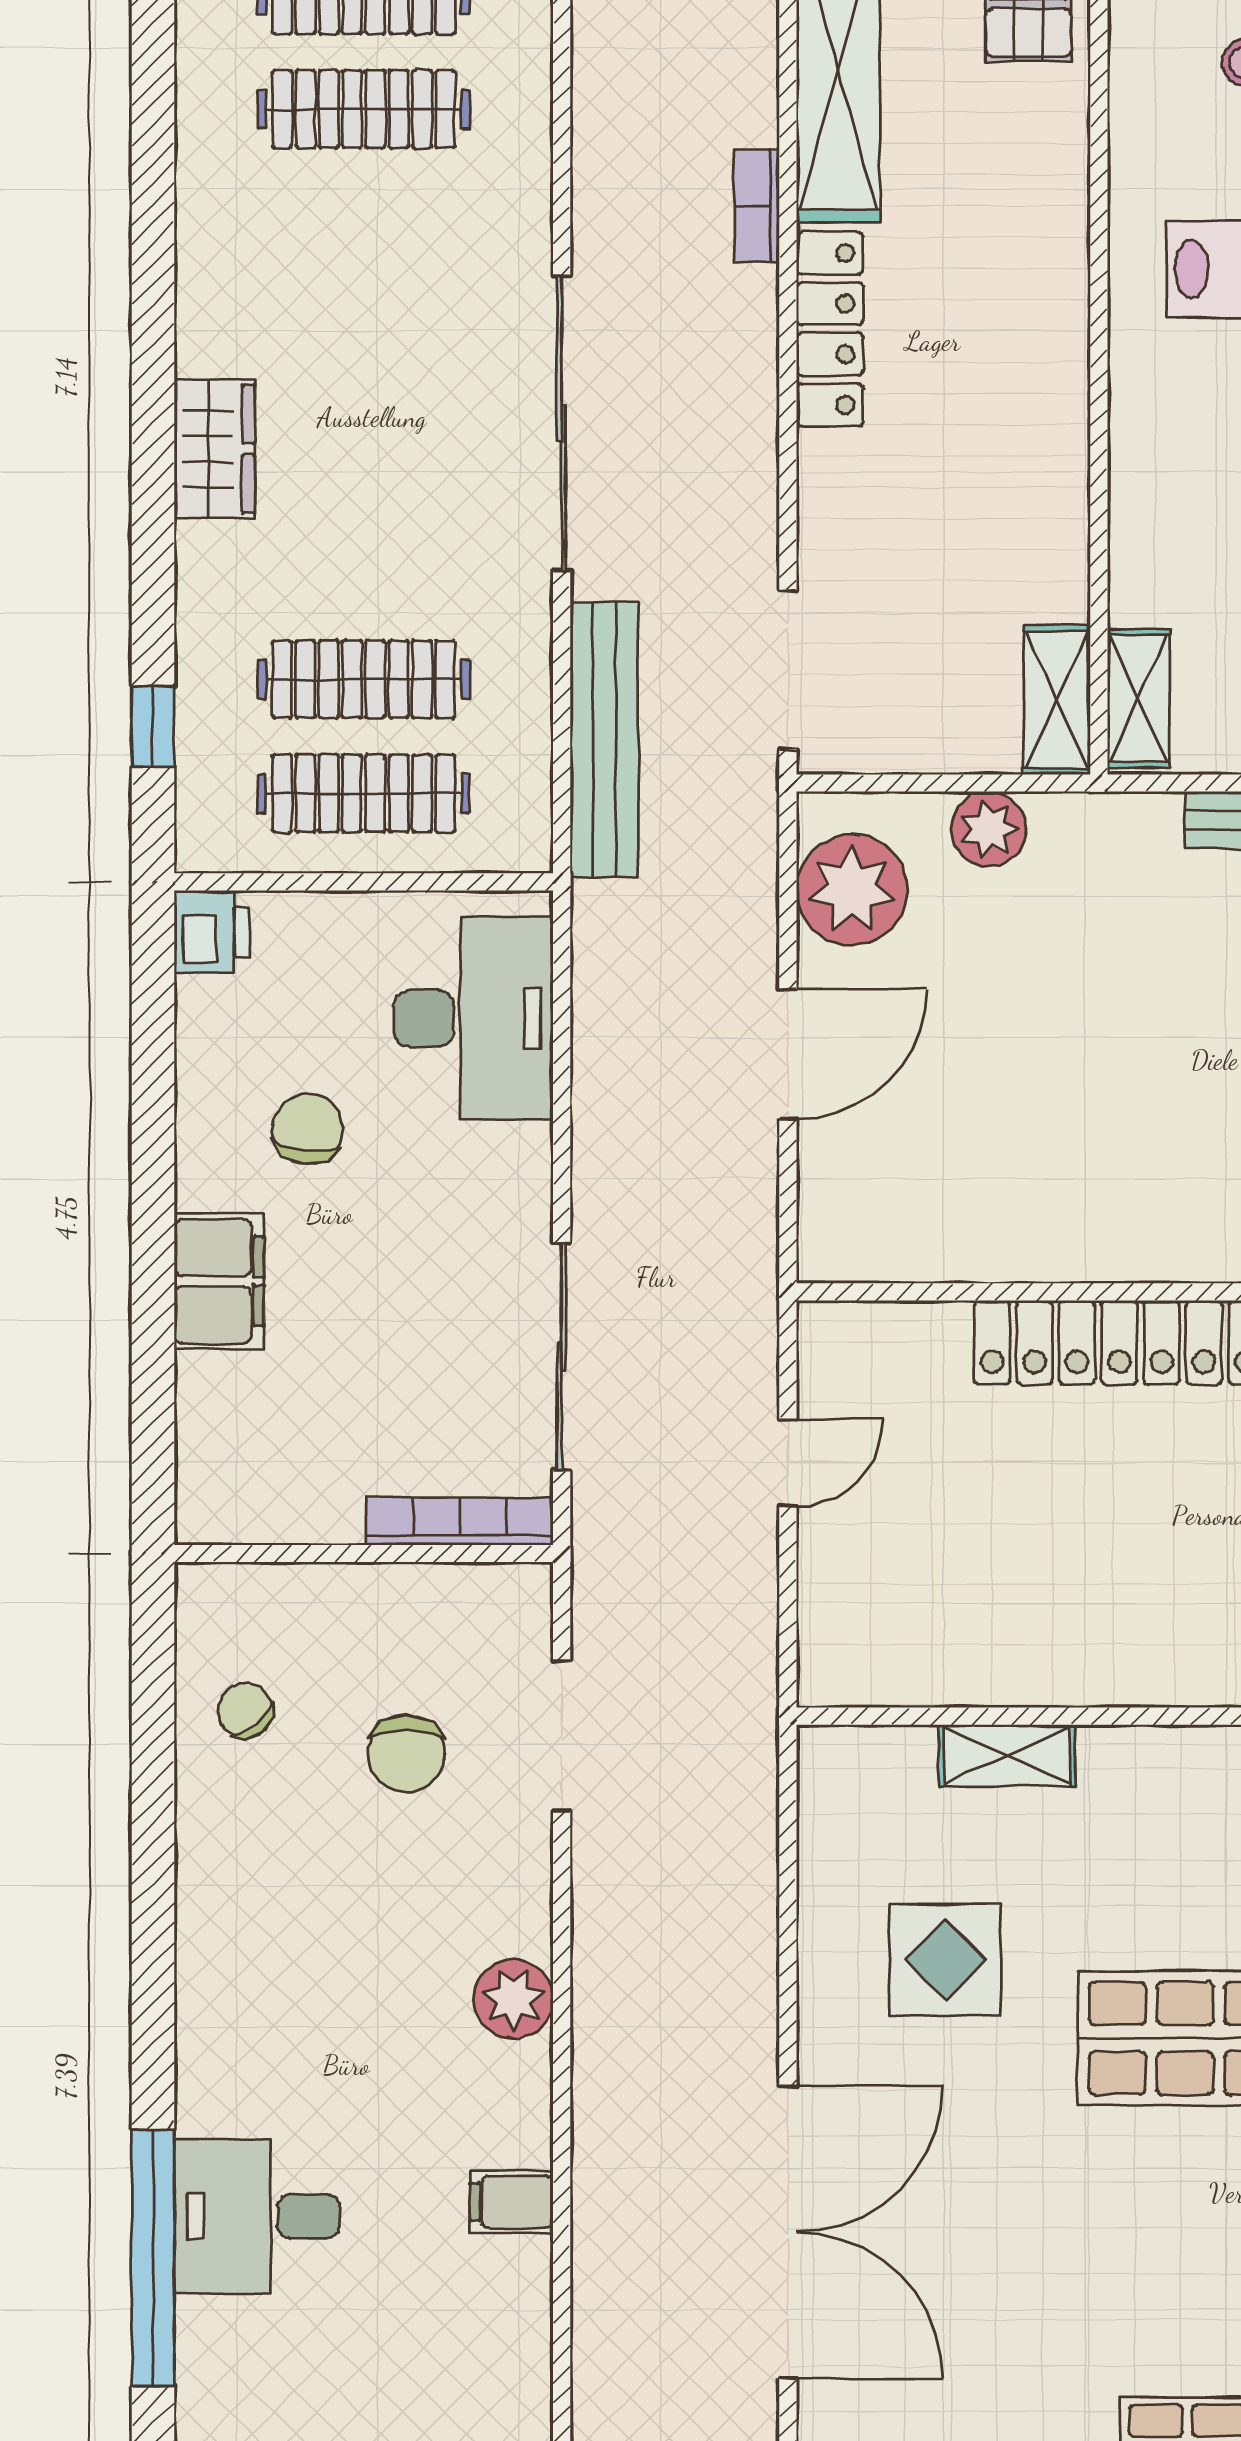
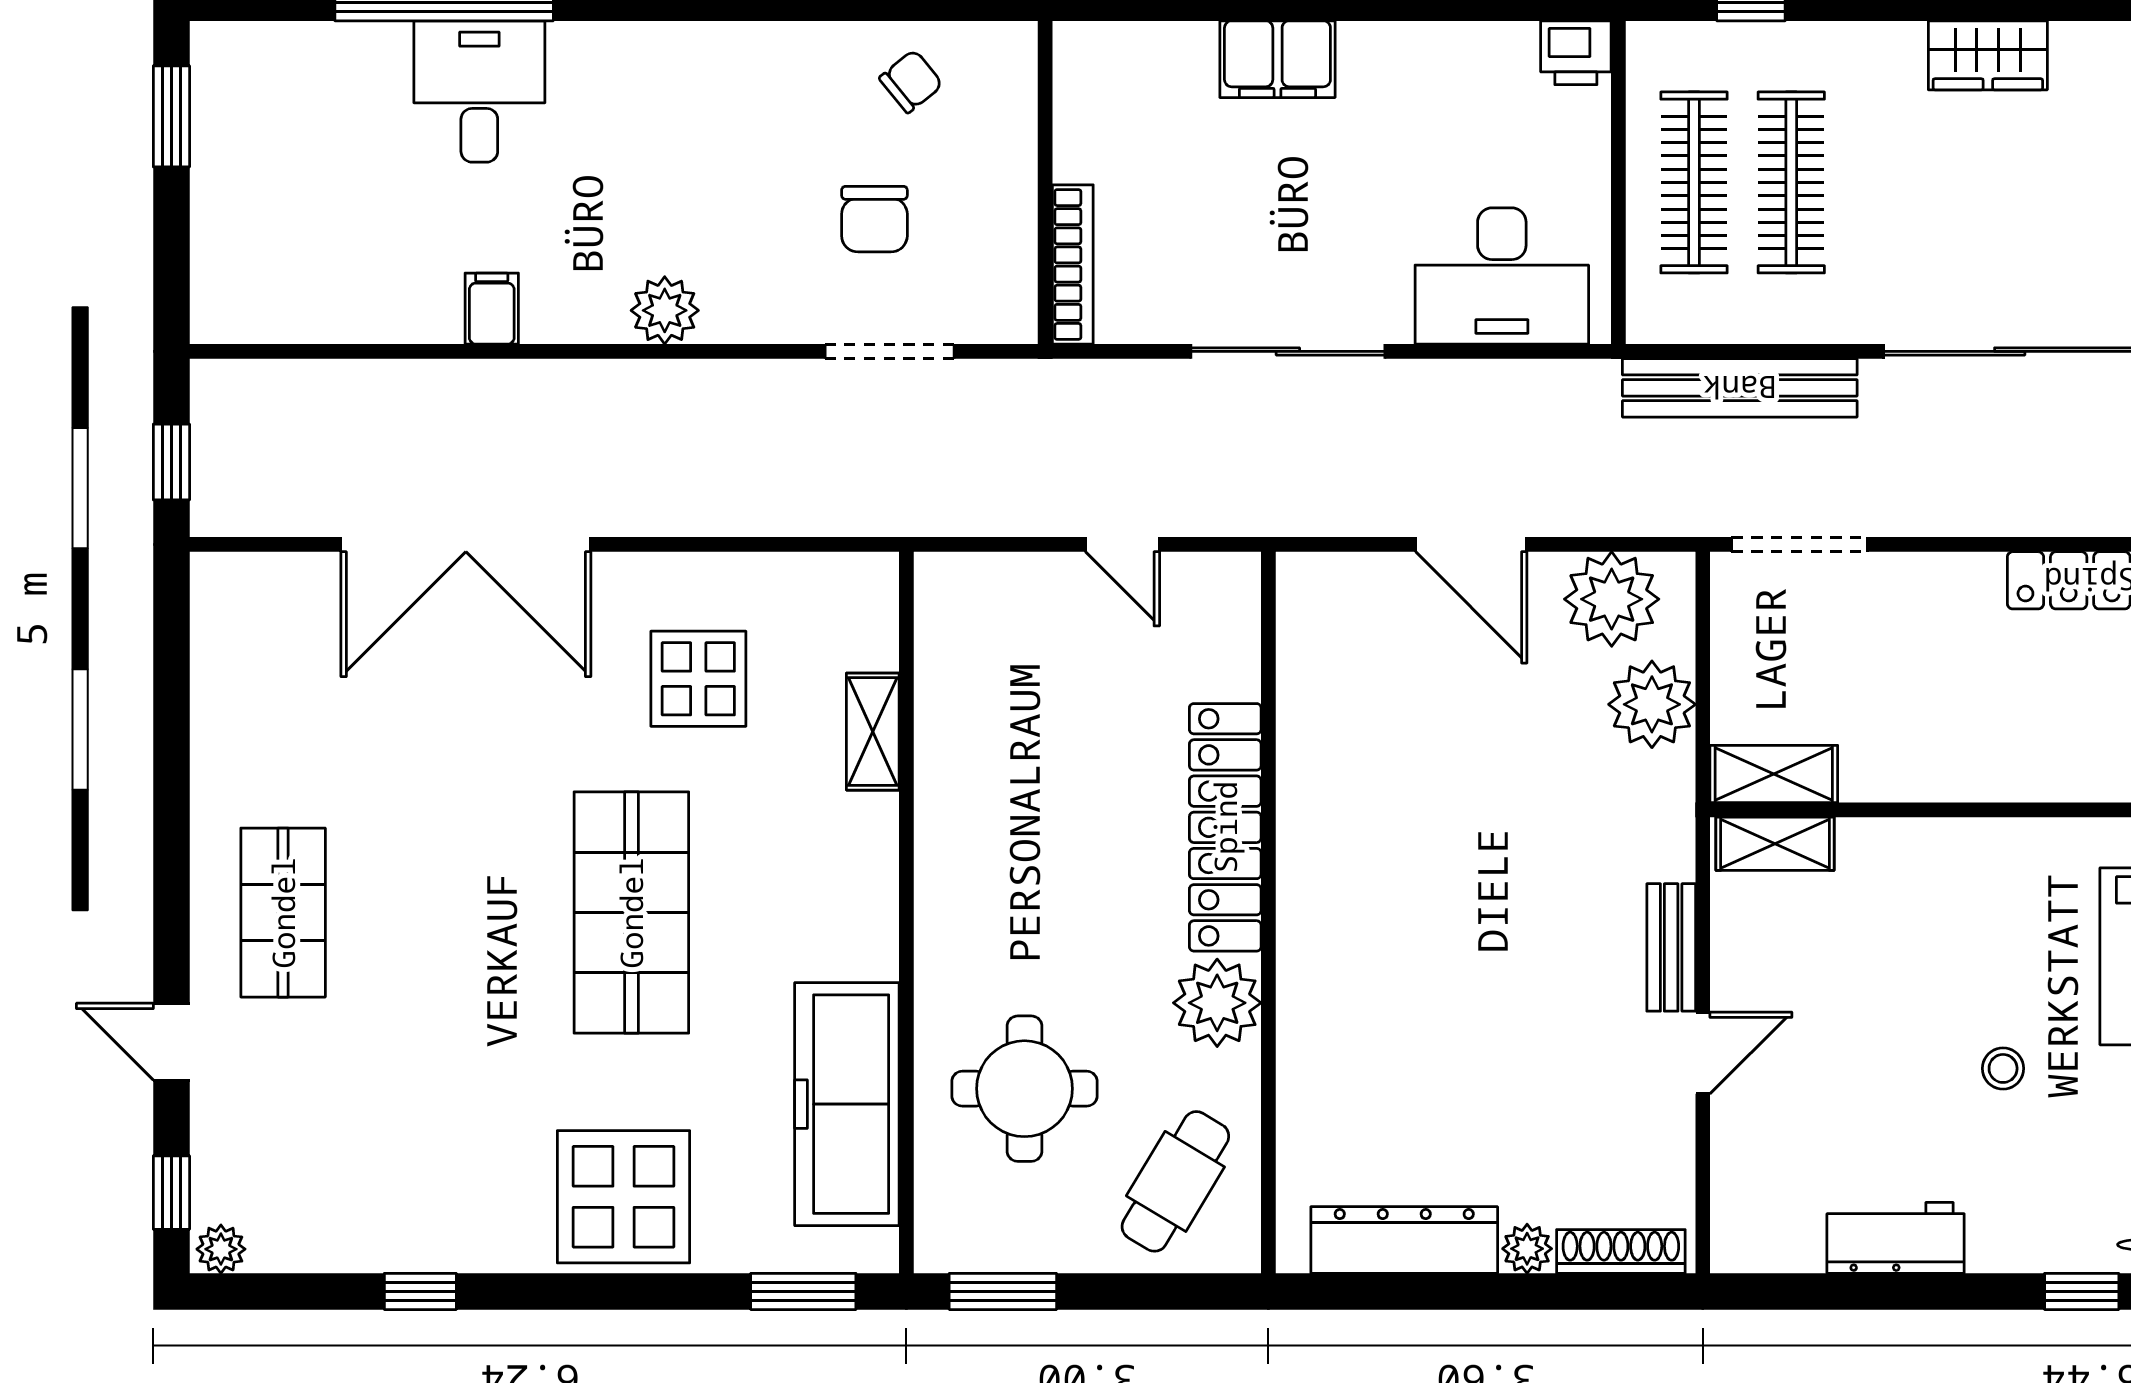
plant: (989, 829) -> (1652, 704), width x1.36, depth x1.36
chair: (308, 1129) -> (1407, 135), removed
sliding door: (562, 1357) -> (1288, 351), moved
chair: (407, 1753) -> (874, 219), turned -90

